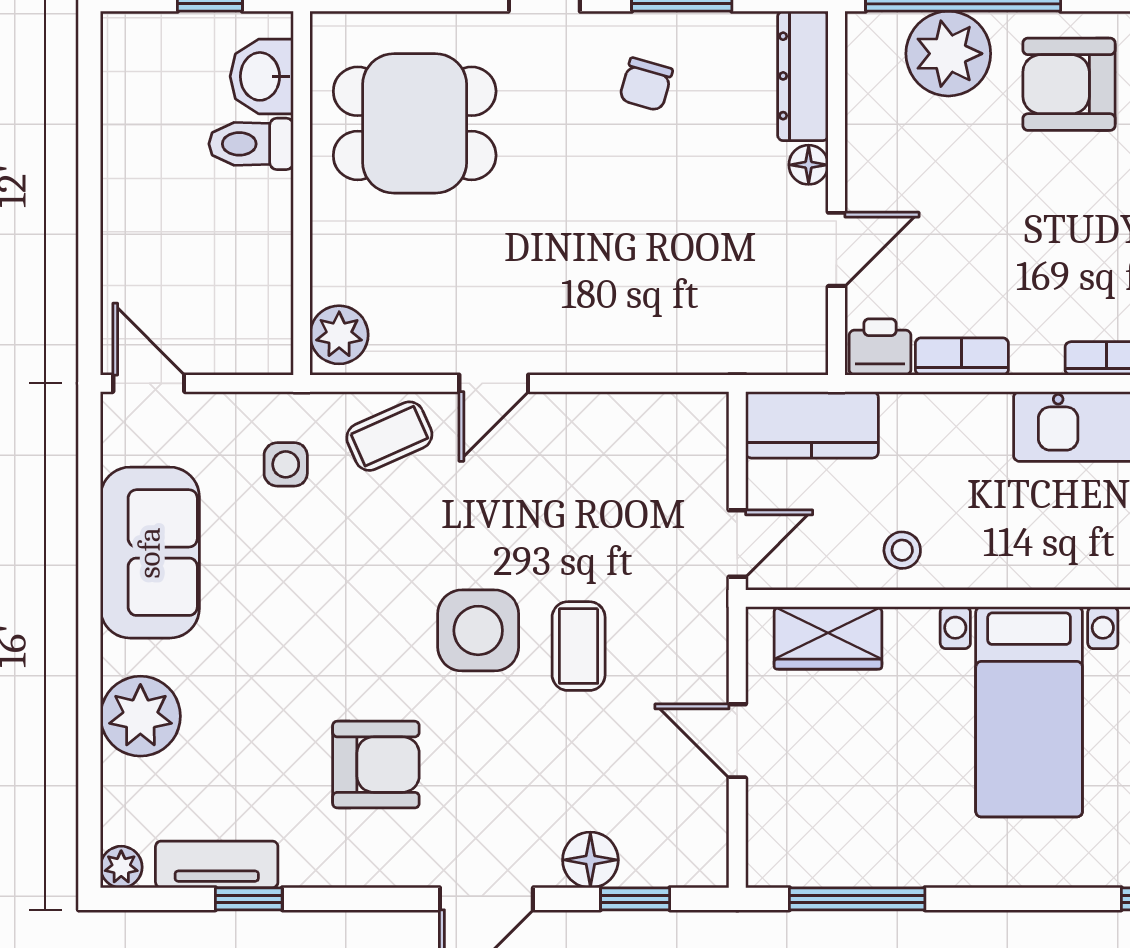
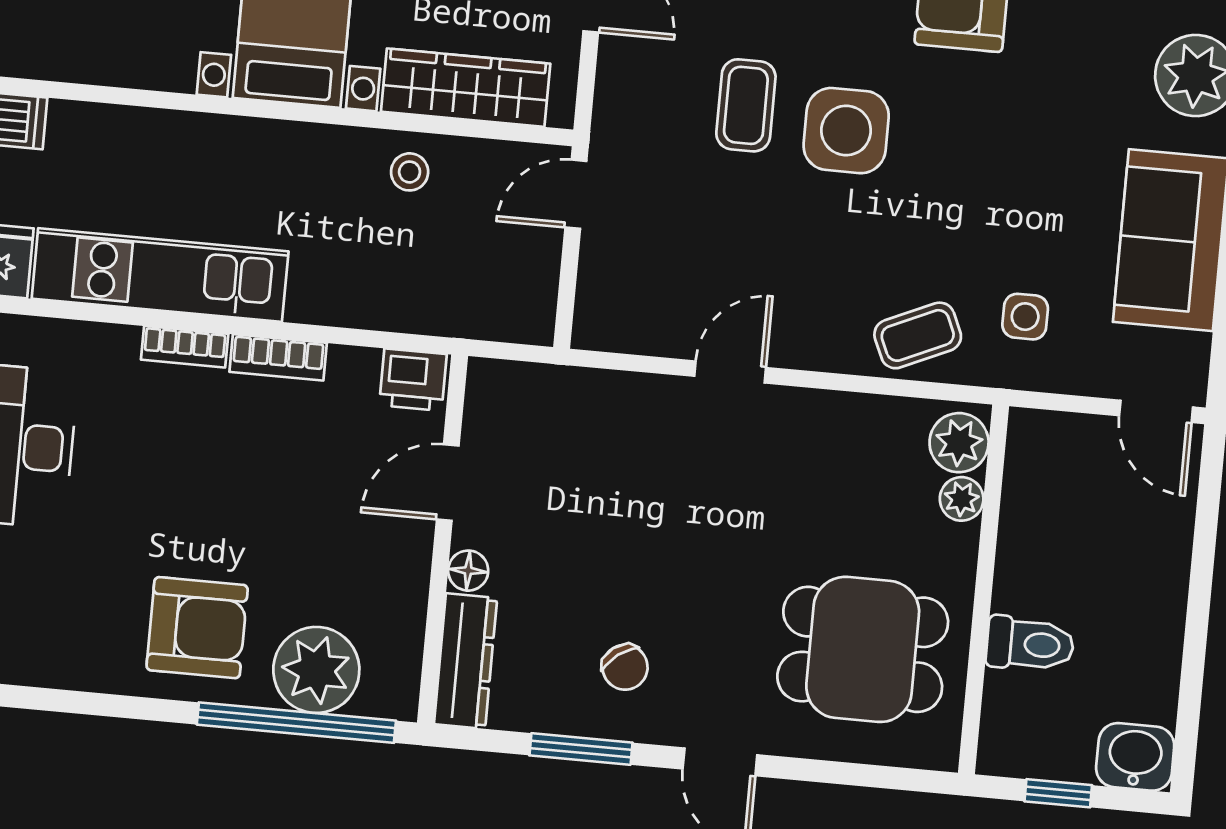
washbasin: (262, 76) -> (1135, 757), moved, turned -90
chair: (646, 84) -> (625, 667), turned 127
plant: (331, 280) -> (962, 499), added
bookcase: (962, 356) -> (278, 357), moved
door: (494, 383) -> (730, 372), moved
kitchen counter: (812, 425) -> (489, 307), removed
wardrobe: (828, 638) -> (466, 88), width x1.50

